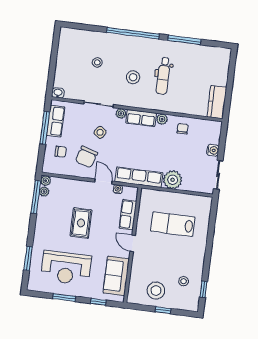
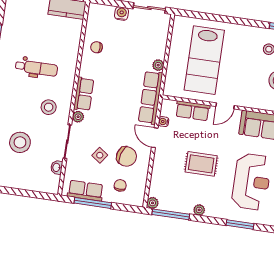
stool: (97, 62) -> (20, 142), width x1.89, depth x1.89
stool: (133, 77) -> (49, 107), moved
washbasin: (58, 93) -> (57, 167), moved
plant: (162, 119) -> (85, 70), removed
side table: (100, 132) -> (100, 155), moved
plant: (173, 180) -> (158, 65), width x0.53, depth x0.53
door: (103, 182) -> (155, 138), hinge flipped
plant: (44, 192) -> (199, 210), moved
lab bench: (173, 224) -> (204, 60), width x1.36, depth x1.39

